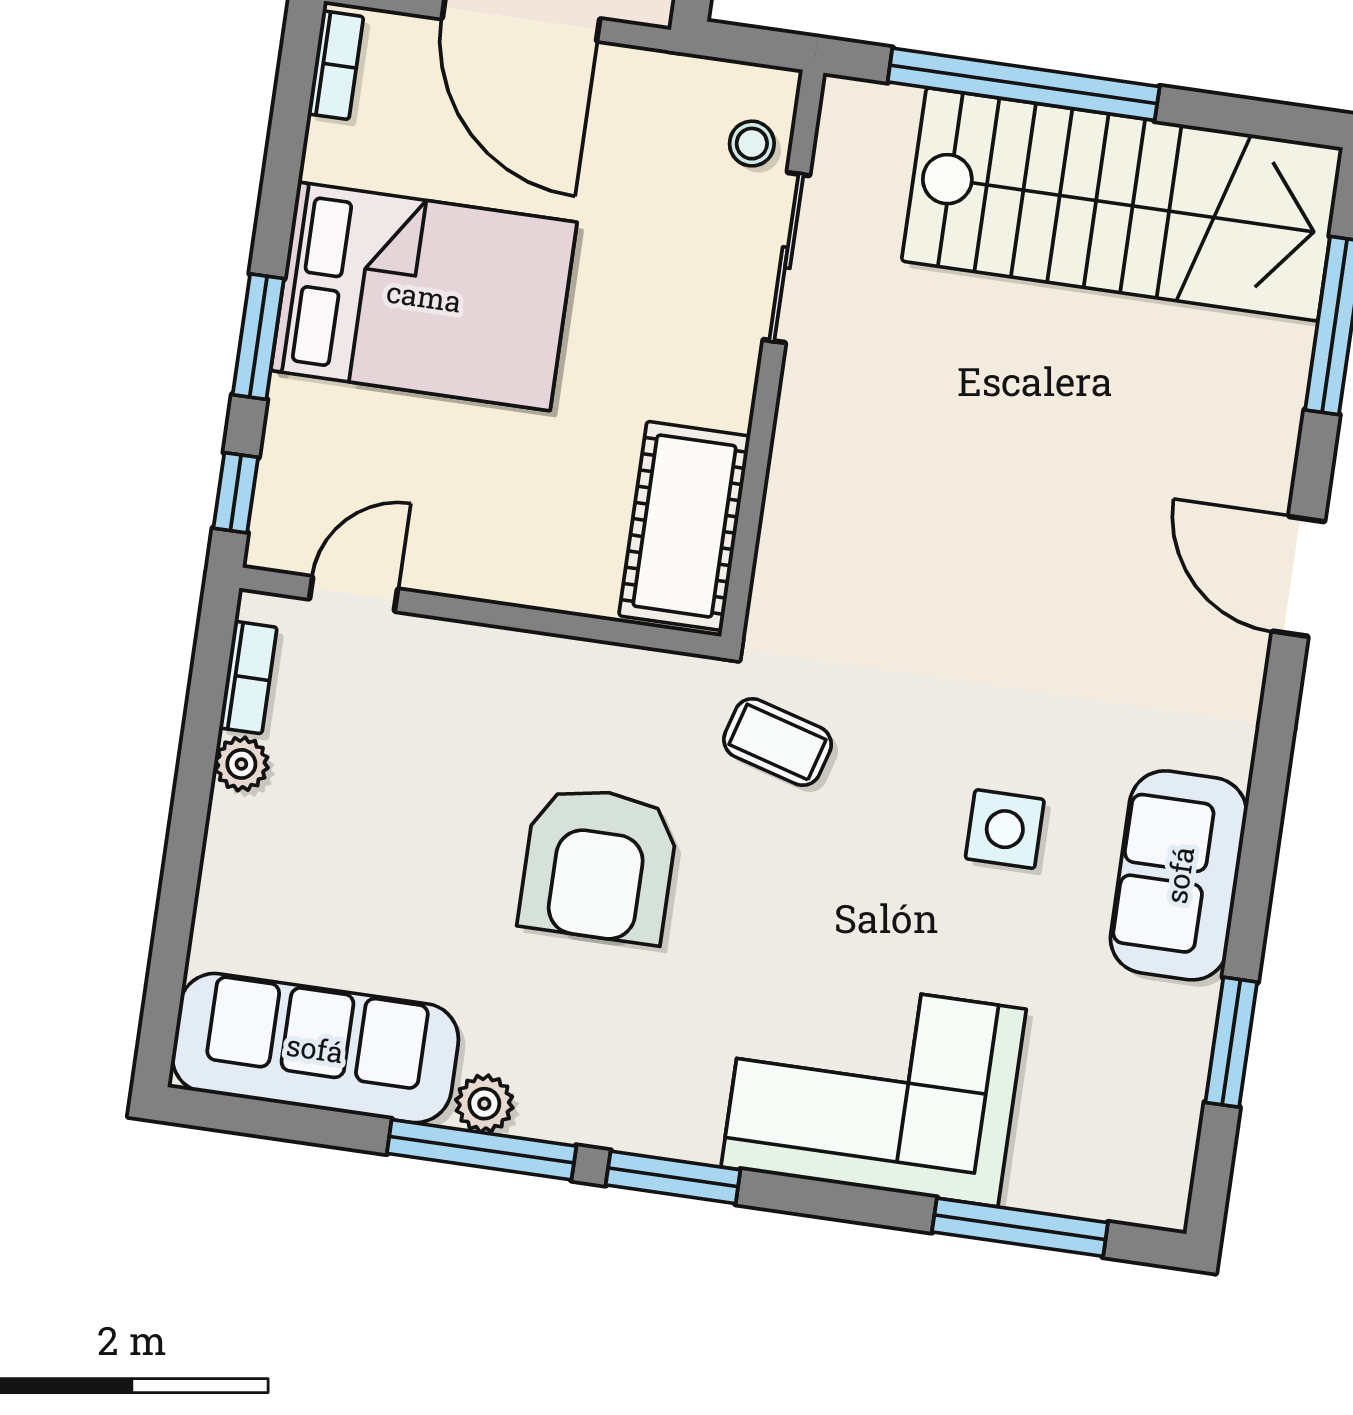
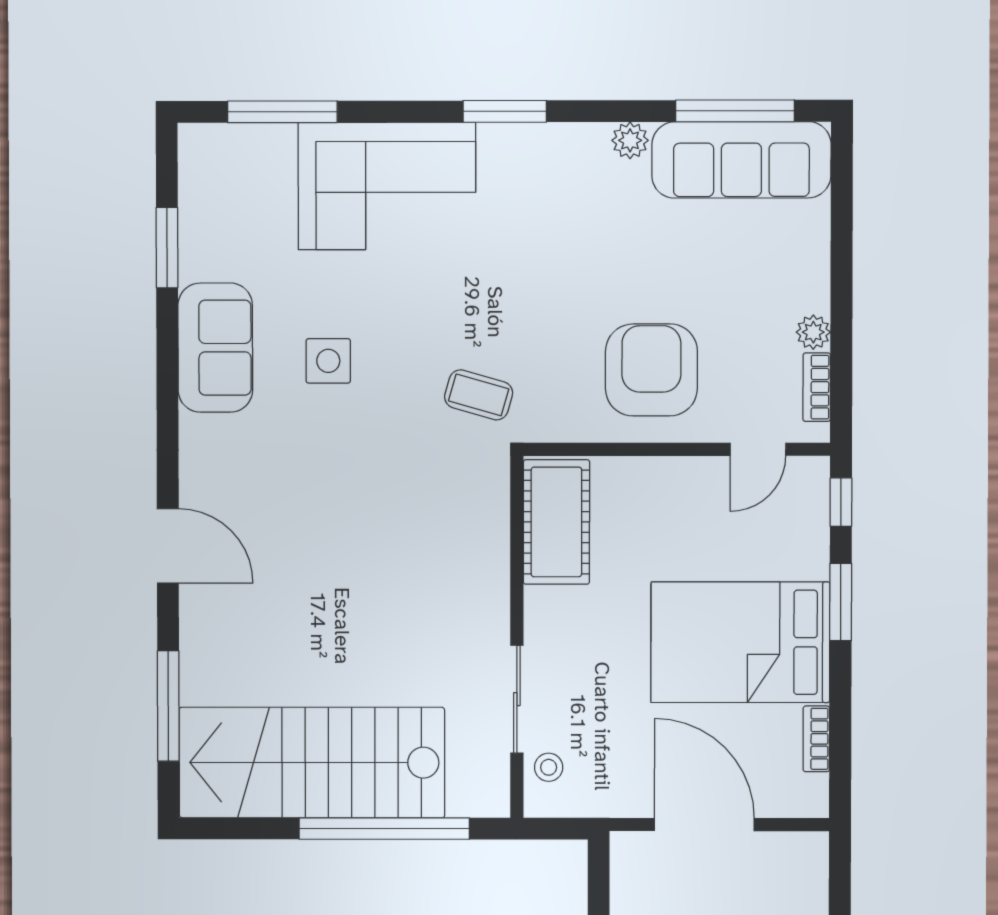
bookcase: (336, 65) -> (816, 739), moved
armchair: (599, 864) -> (651, 370), moved
window: (482, 1150) -> (735, 111), moved

